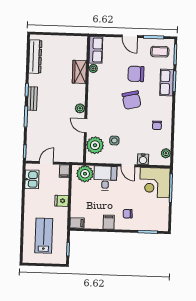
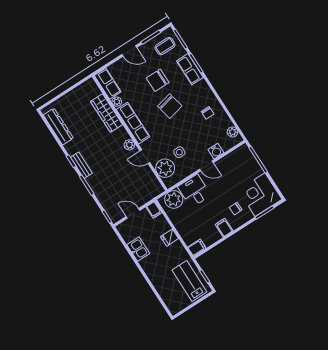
wardrobe: (79, 72) -> (107, 113), width x1.50
row of seats: (94, 94) -> (133, 123), added
door: (46, 163) -> (133, 213), hinge flipped
kitchen sink: (32, 179) -> (138, 249), moved
corner desk: (155, 183) -> (260, 195), moved, turned 90
lab bench: (44, 236) -> (189, 281), moved

